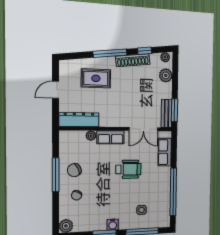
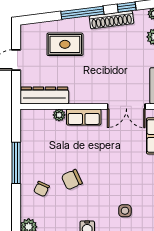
wheelchair: (128, 169) -> (107, 158), removed
chair: (74, 170) -> (72, 180), moved

